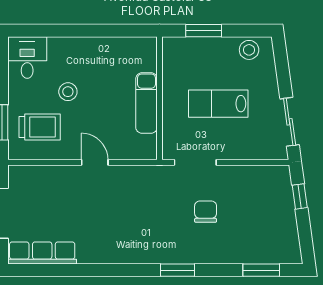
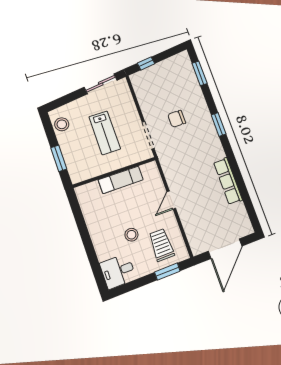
row of seats: (42, 253) -> (228, 181), moved

